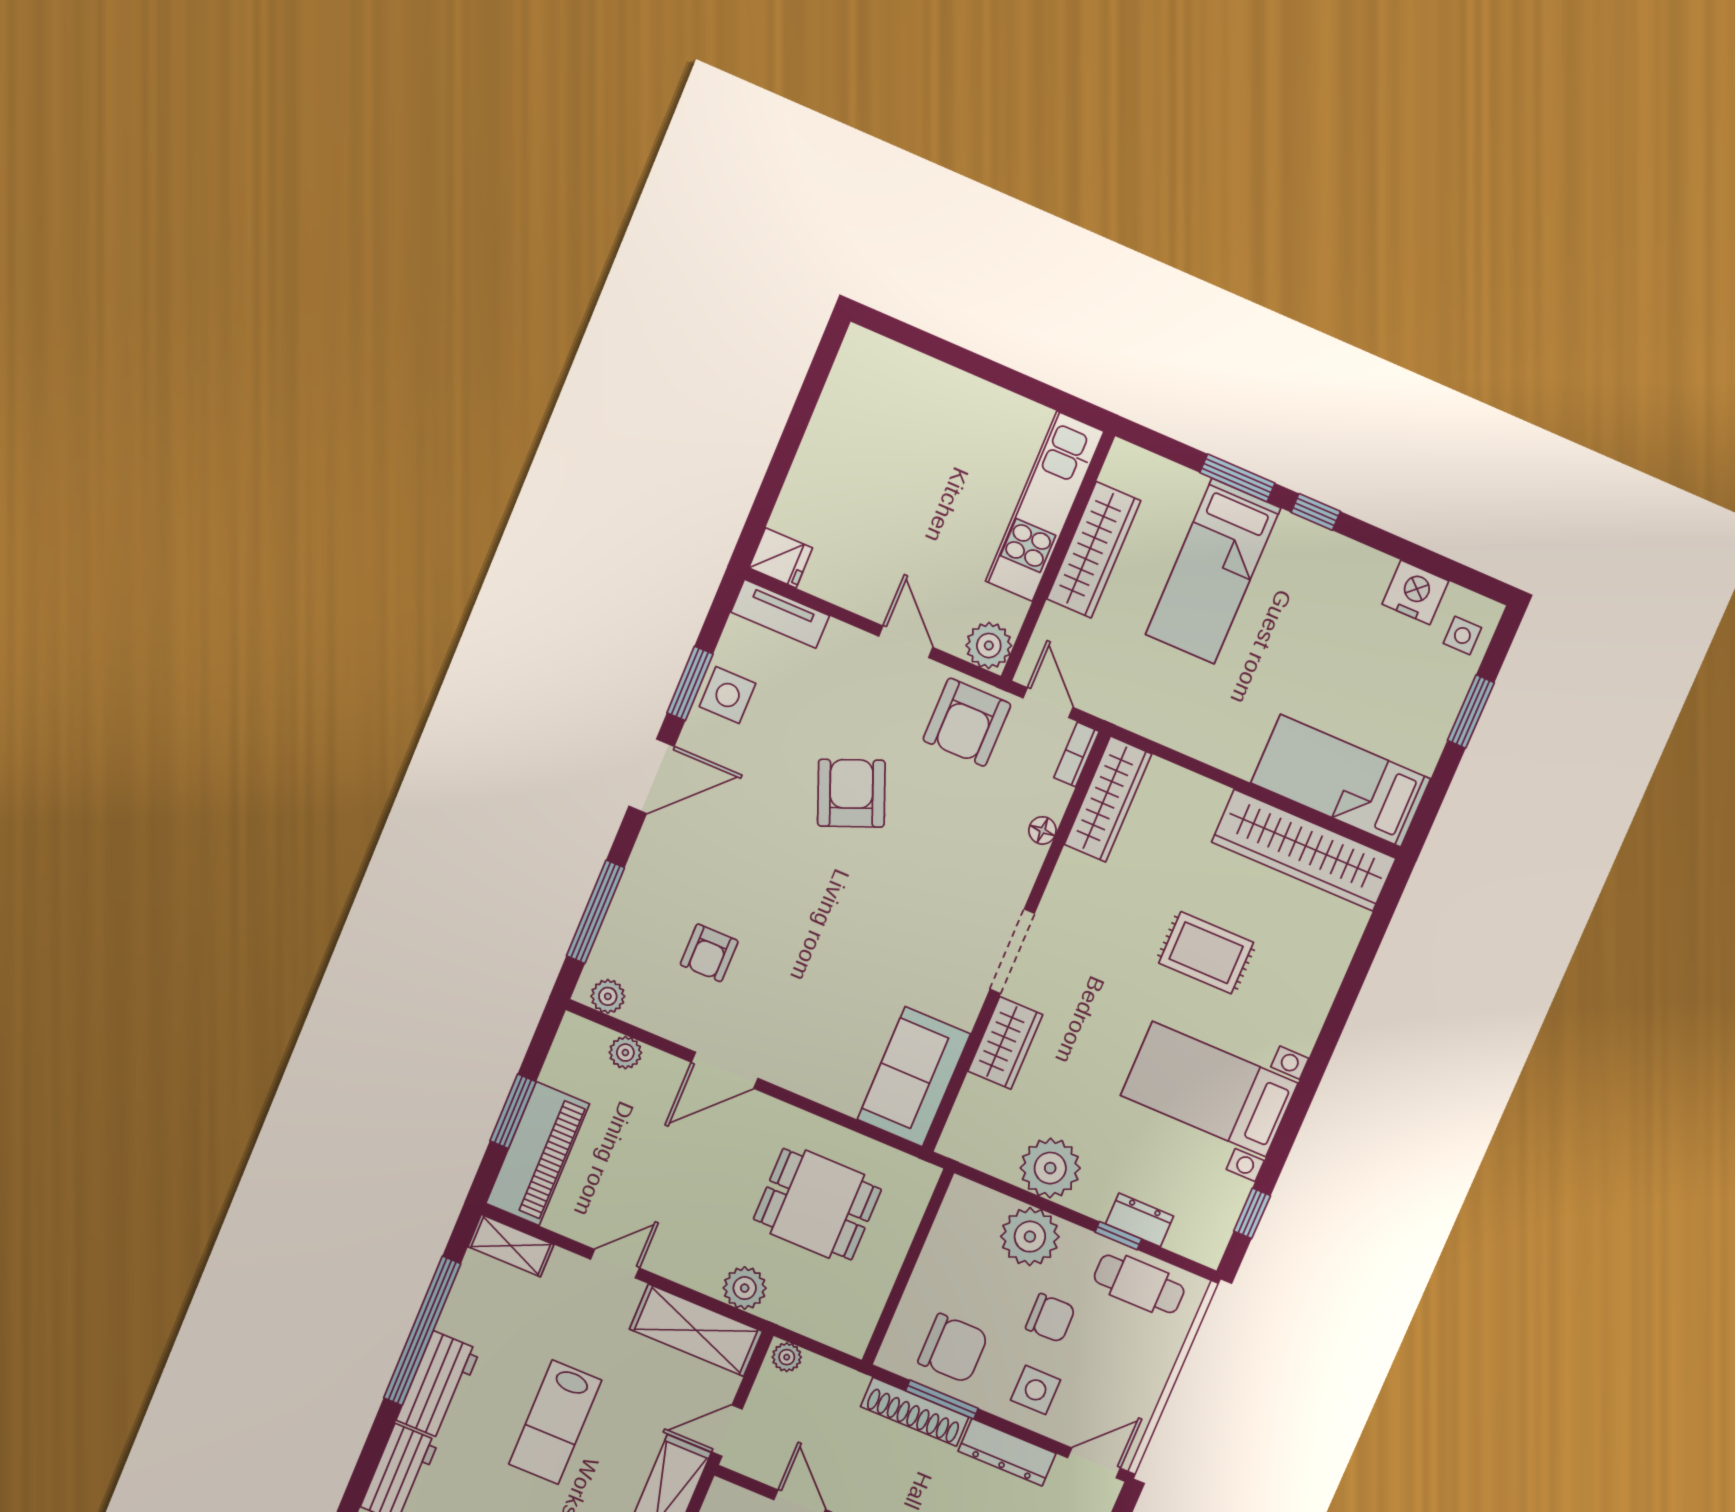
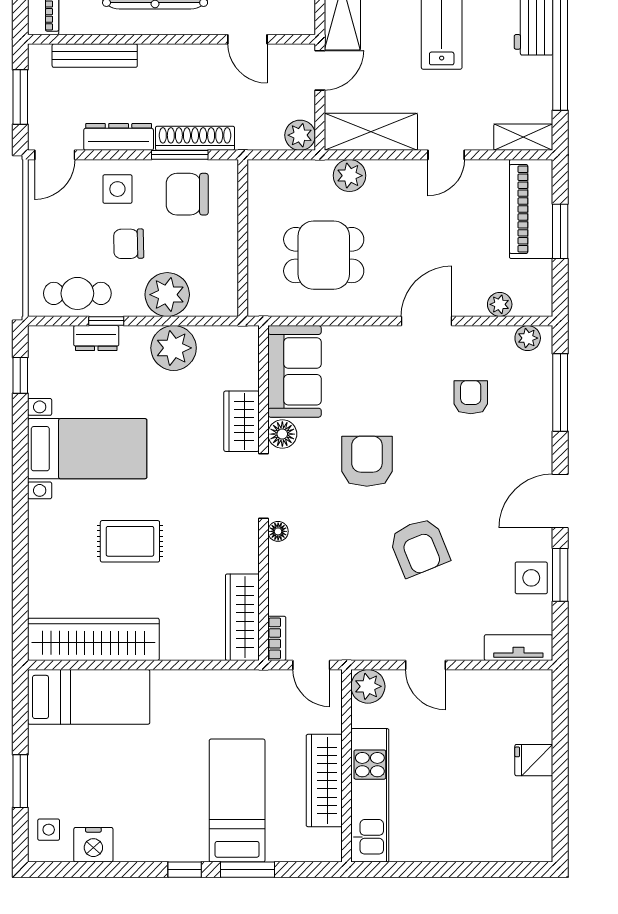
fridge: (781, 558) -> (534, 760), moved
armchair: (967, 722) -> (367, 461), moved
floor lamp: (1042, 830) -> (278, 531), moved
floor lamp: (962, 1006) -> (282, 434), added
plant: (787, 1357) -> (300, 135), width x1.38, depth x1.38

